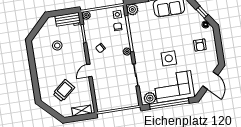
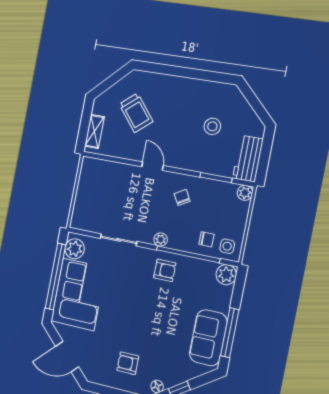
armchair: (143, 43) -> (165, 270), added
side table: (169, 58) -> (125, 304), removed

